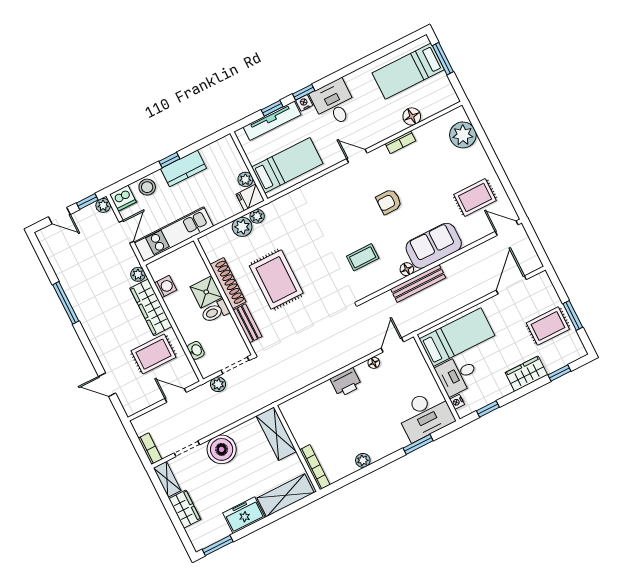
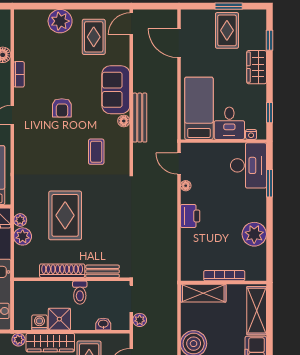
plant: (463, 135) -> (60, 21), moved
rug: (276, 280) -> (65, 215), moved, turned 90
shower: (206, 292) -> (59, 319), moved
plant: (363, 460) -> (254, 234), width x1.87, depth x1.87
bookcase: (315, 467) -> (224, 276), moved

